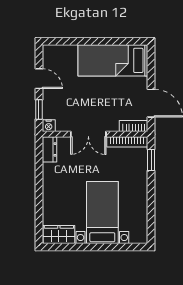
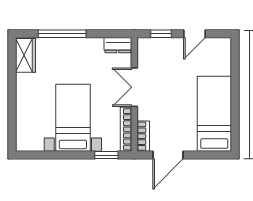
nightstand: (49, 126) -> (144, 44), removed
window: (39, 201) -> (62, 34), added
bed with nightstands: (102, 213) -> (73, 118), moved, turned -90

